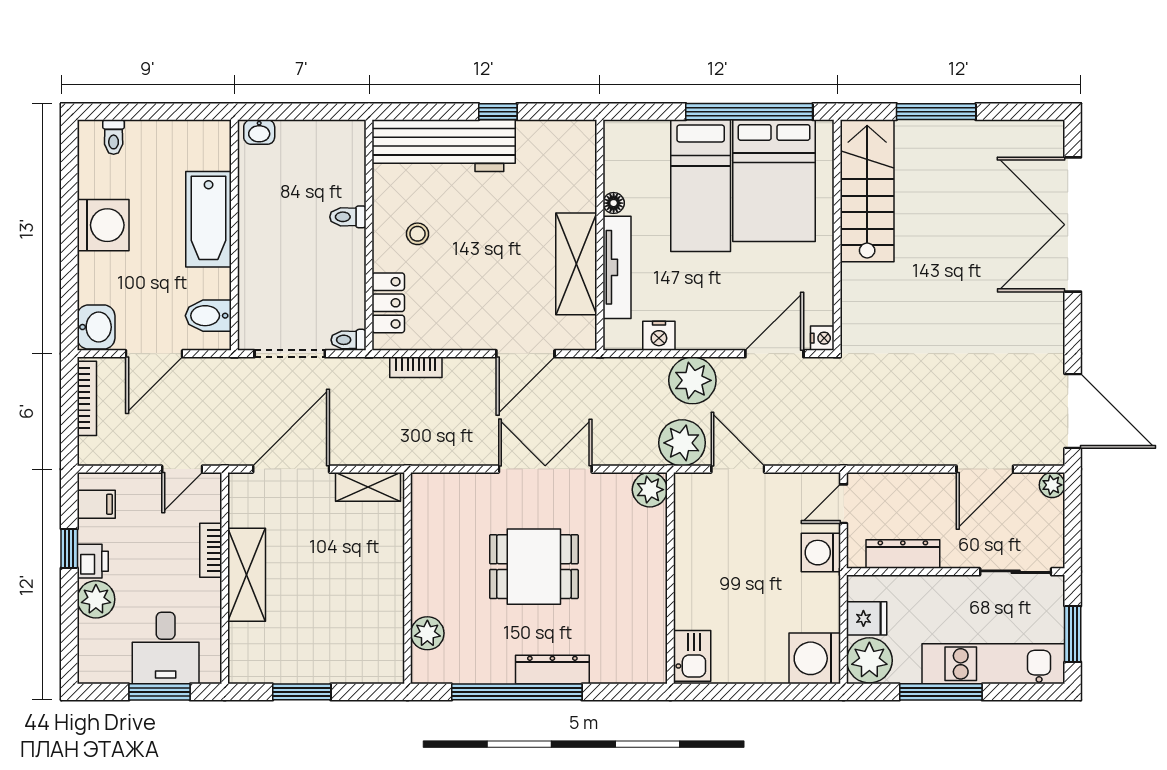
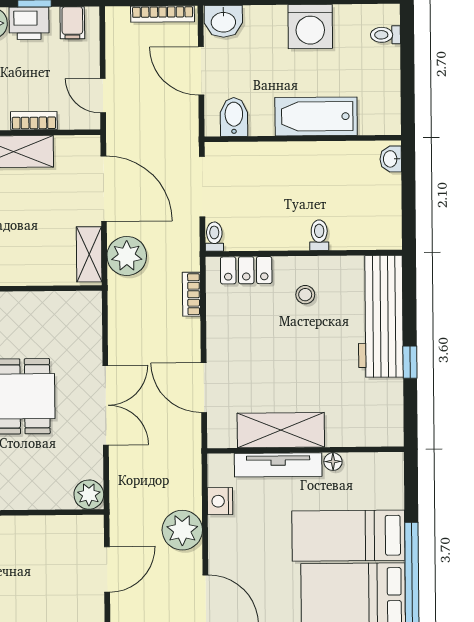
plant: (682, 443) -> (127, 256), moved
printer: (93, 561) -> (29, 23), width x1.36, depth x1.24

